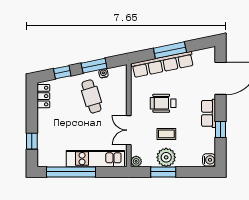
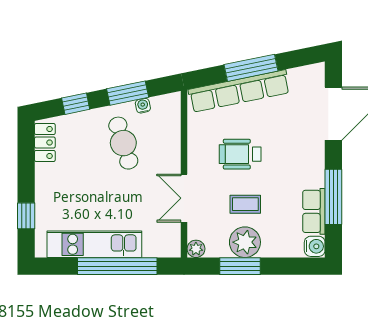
row of seats: (209, 113) -> (314, 211), moved
window: (220, 129) -> (333, 197), width x2.17
kitchen unit: (95, 159) -> (94, 244), moved
window: (71, 172) -> (117, 266), moved

